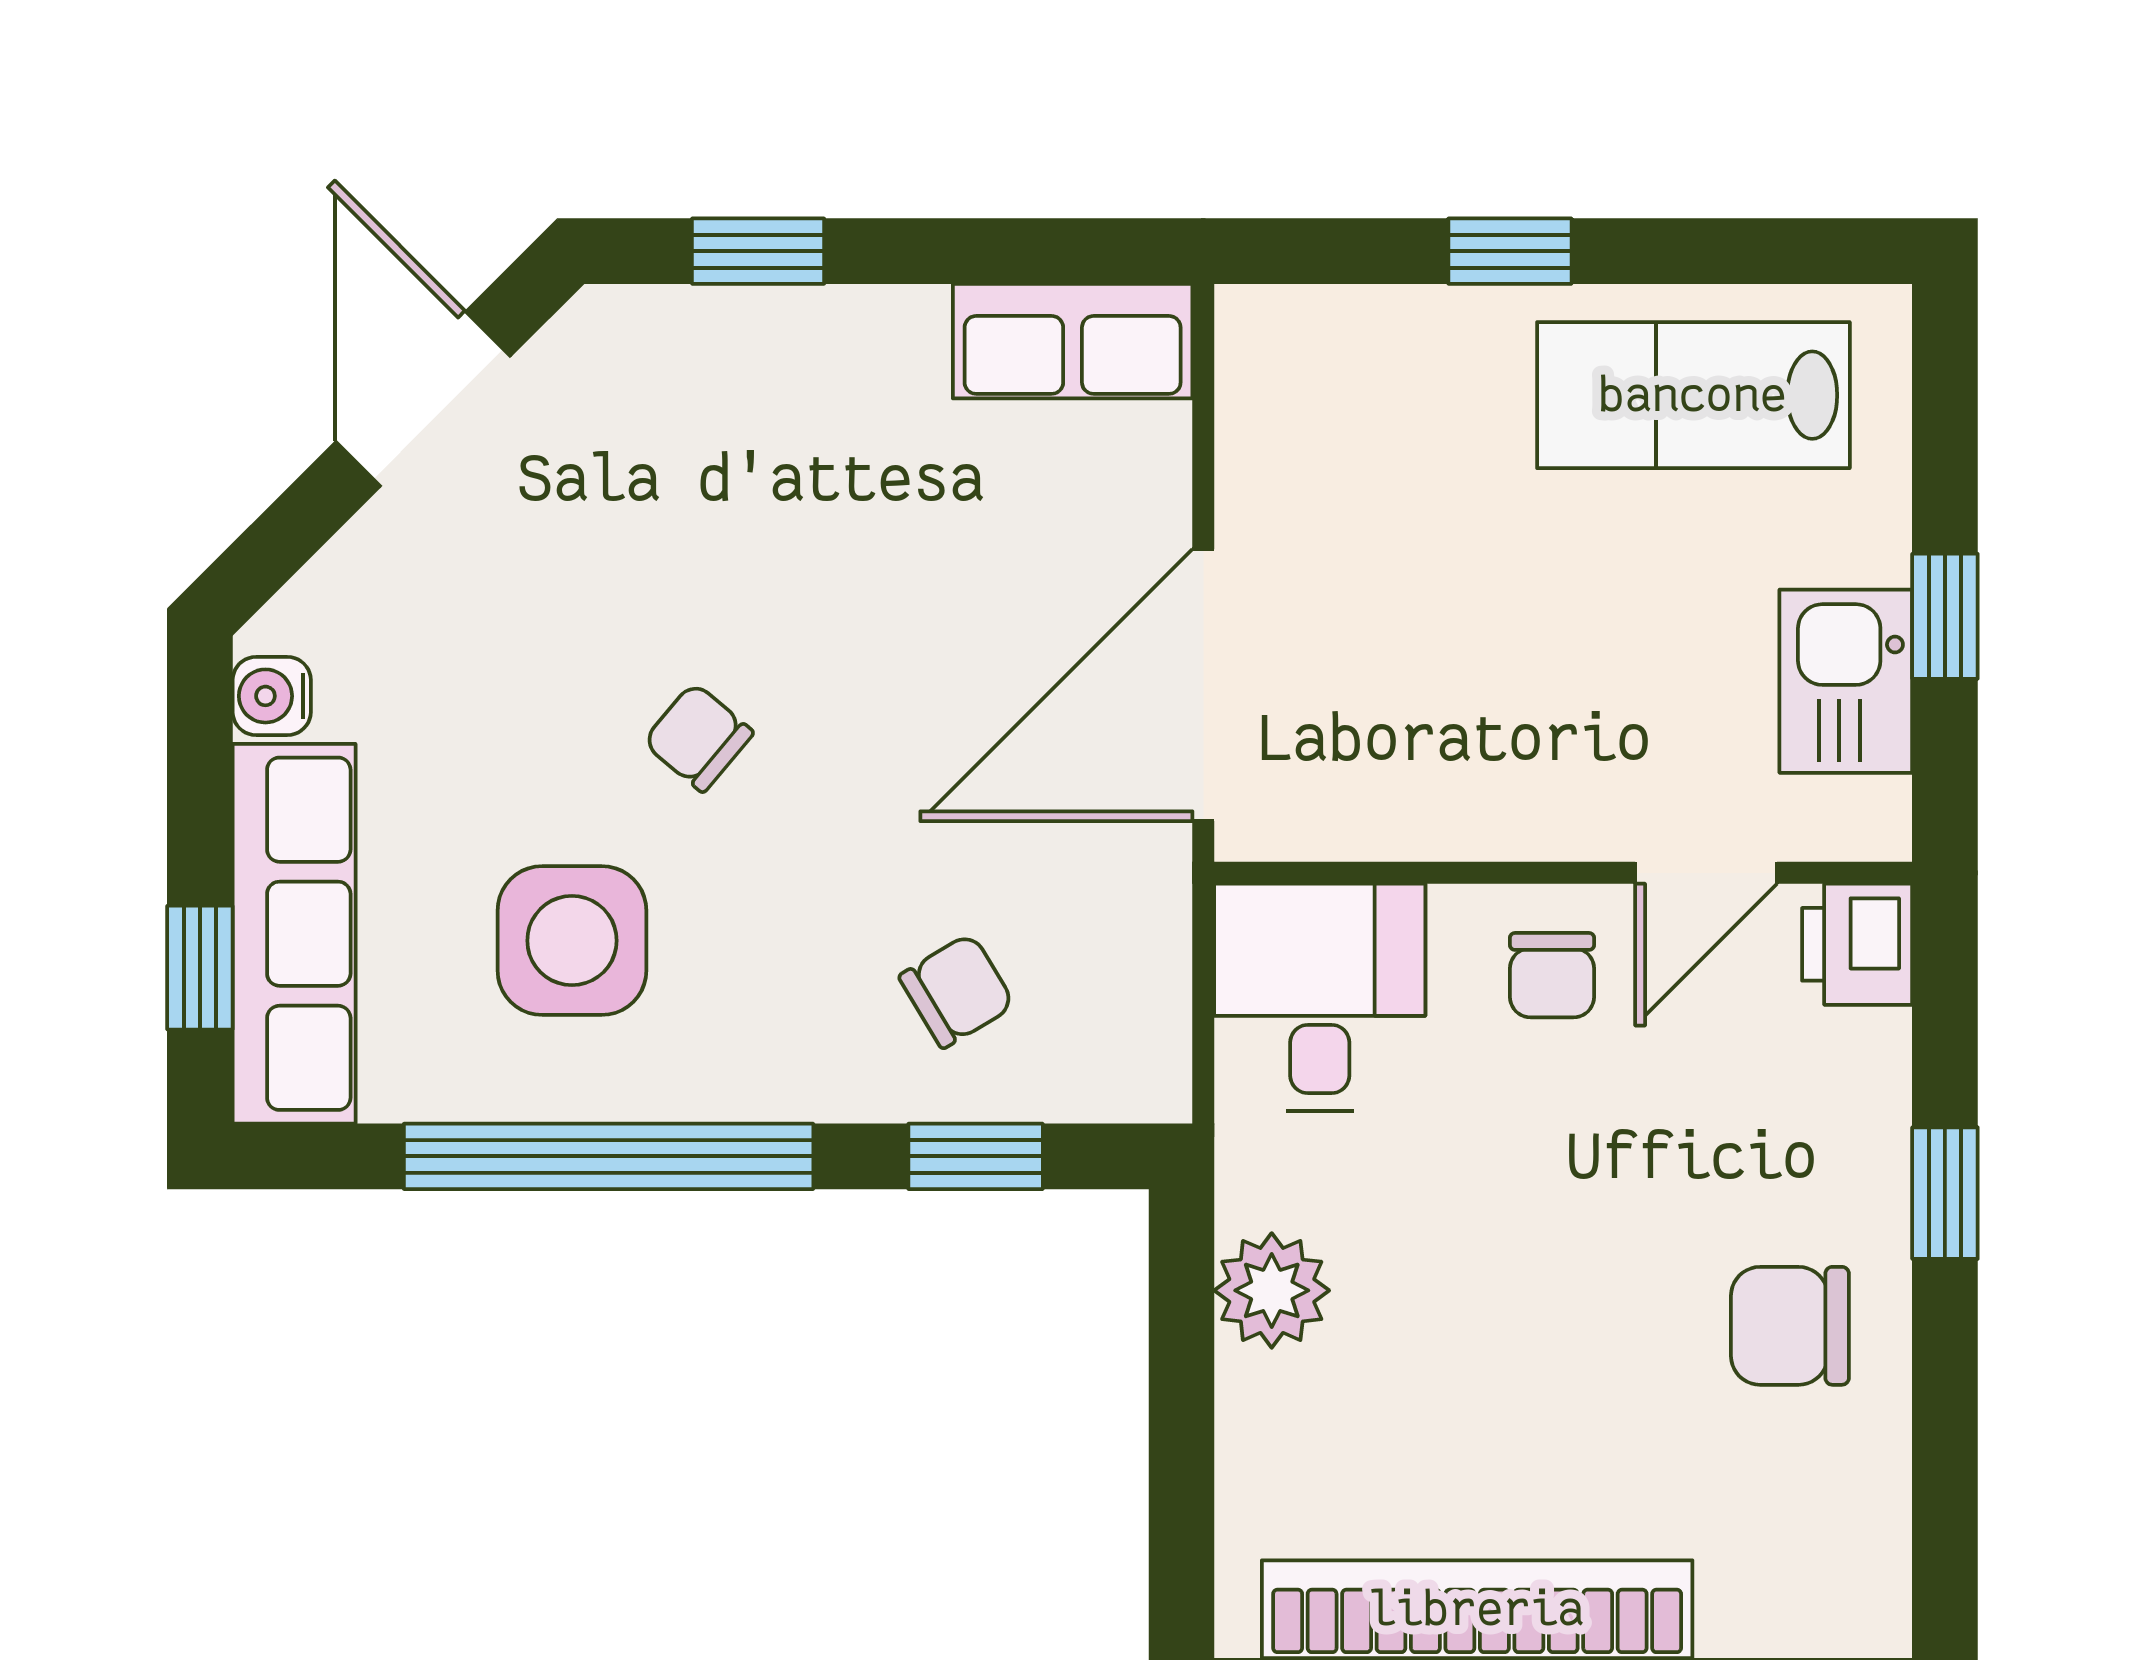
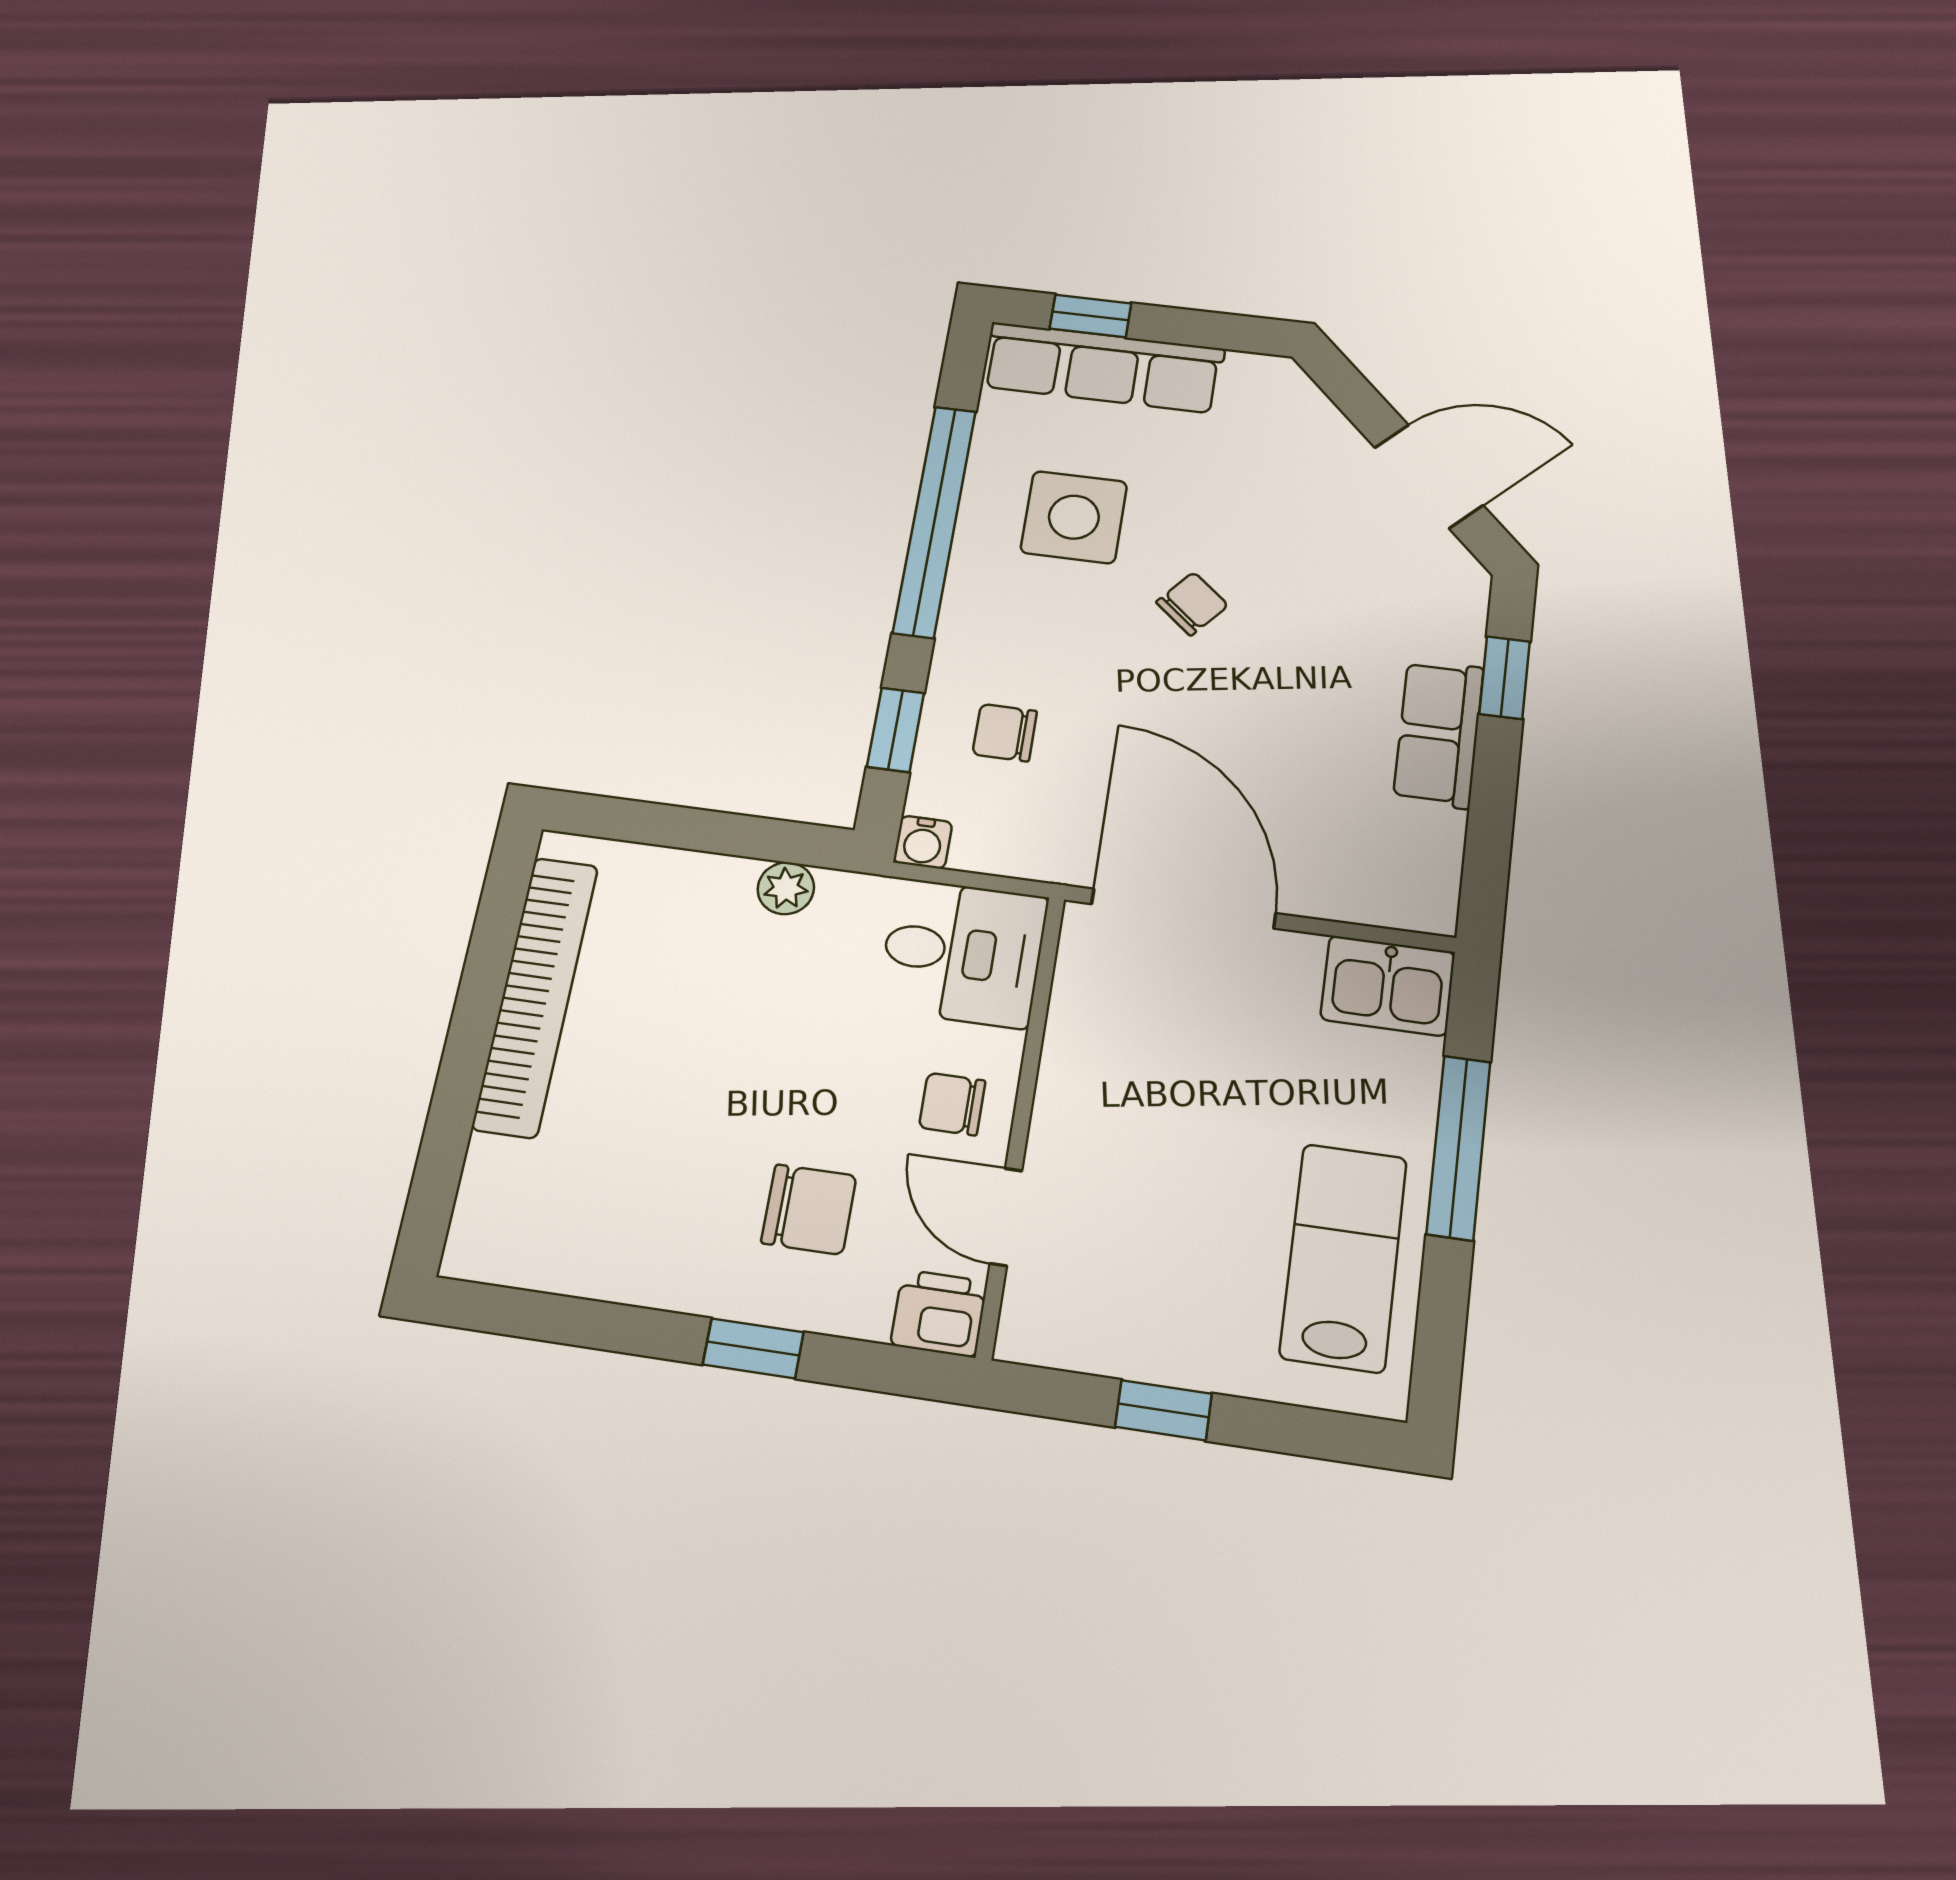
window: (1510, 251) -> (1459, 1147), width x2.17
row of seats: (1073, 341) -> (1439, 733), moved
kitchen sink: (1846, 681) -> (1388, 986), moved, turned 180
water cooler: (272, 696) -> (923, 842), moved, turned 180
chair: (957, 991) -> (1005, 733), turned 121
plant: (1272, 1290) -> (786, 888), width x0.73, depth x0.73
chair: (1790, 1326) -> (809, 1209), moved, turned 90

